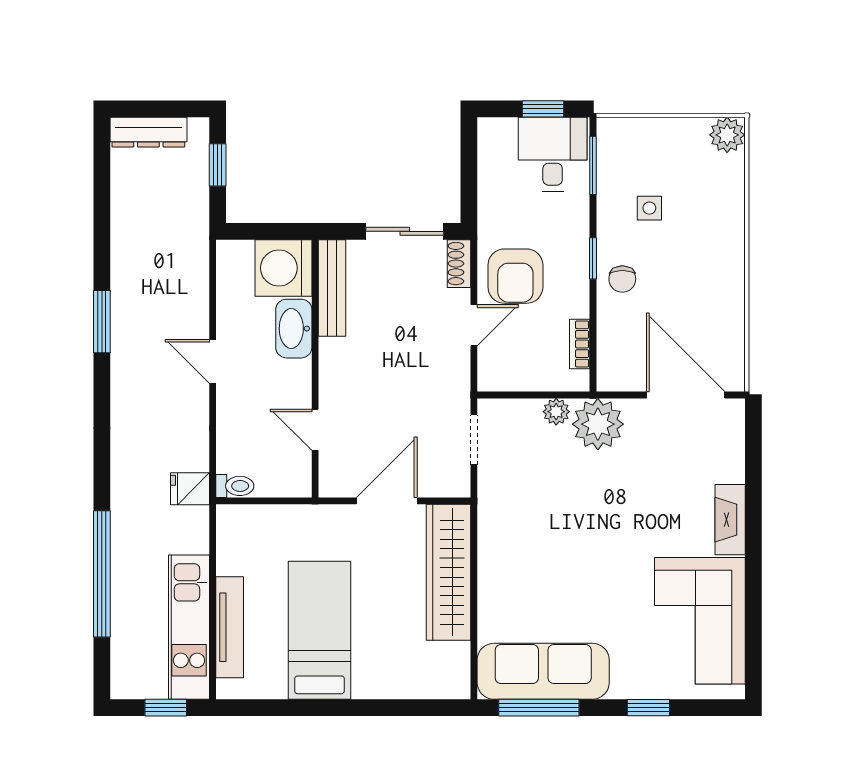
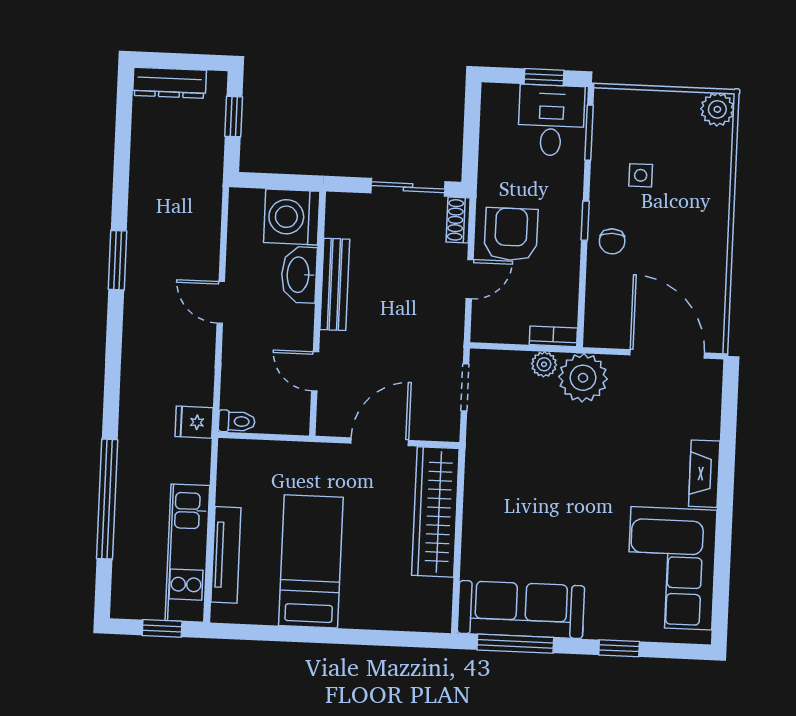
armchair: (515, 276) -> (511, 234), turned 180
bench: (332, 288) -> (335, 284), moved
bookcase: (580, 344) -> (553, 336), moved, turned 90

